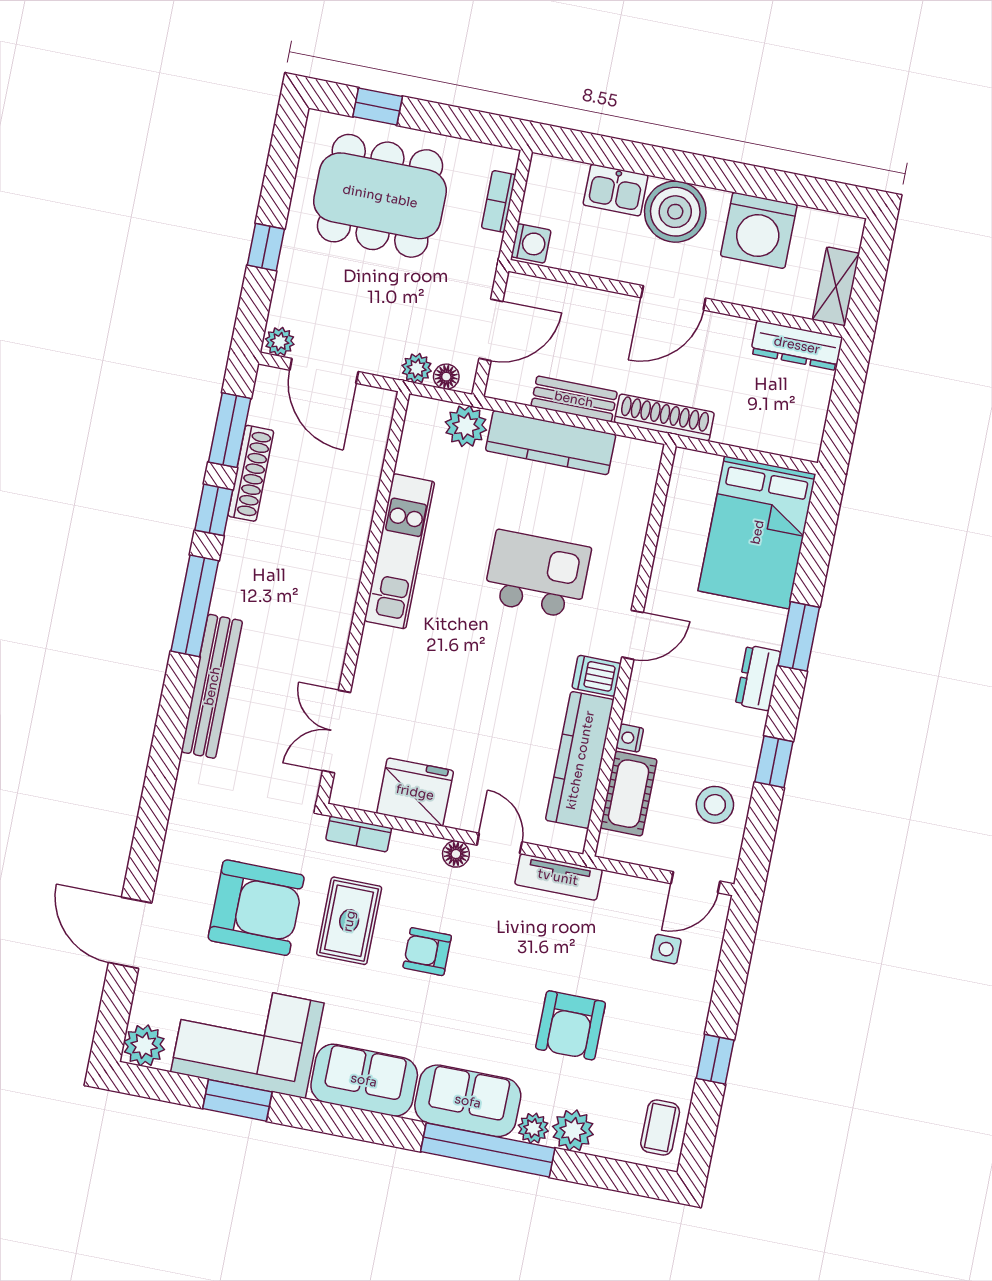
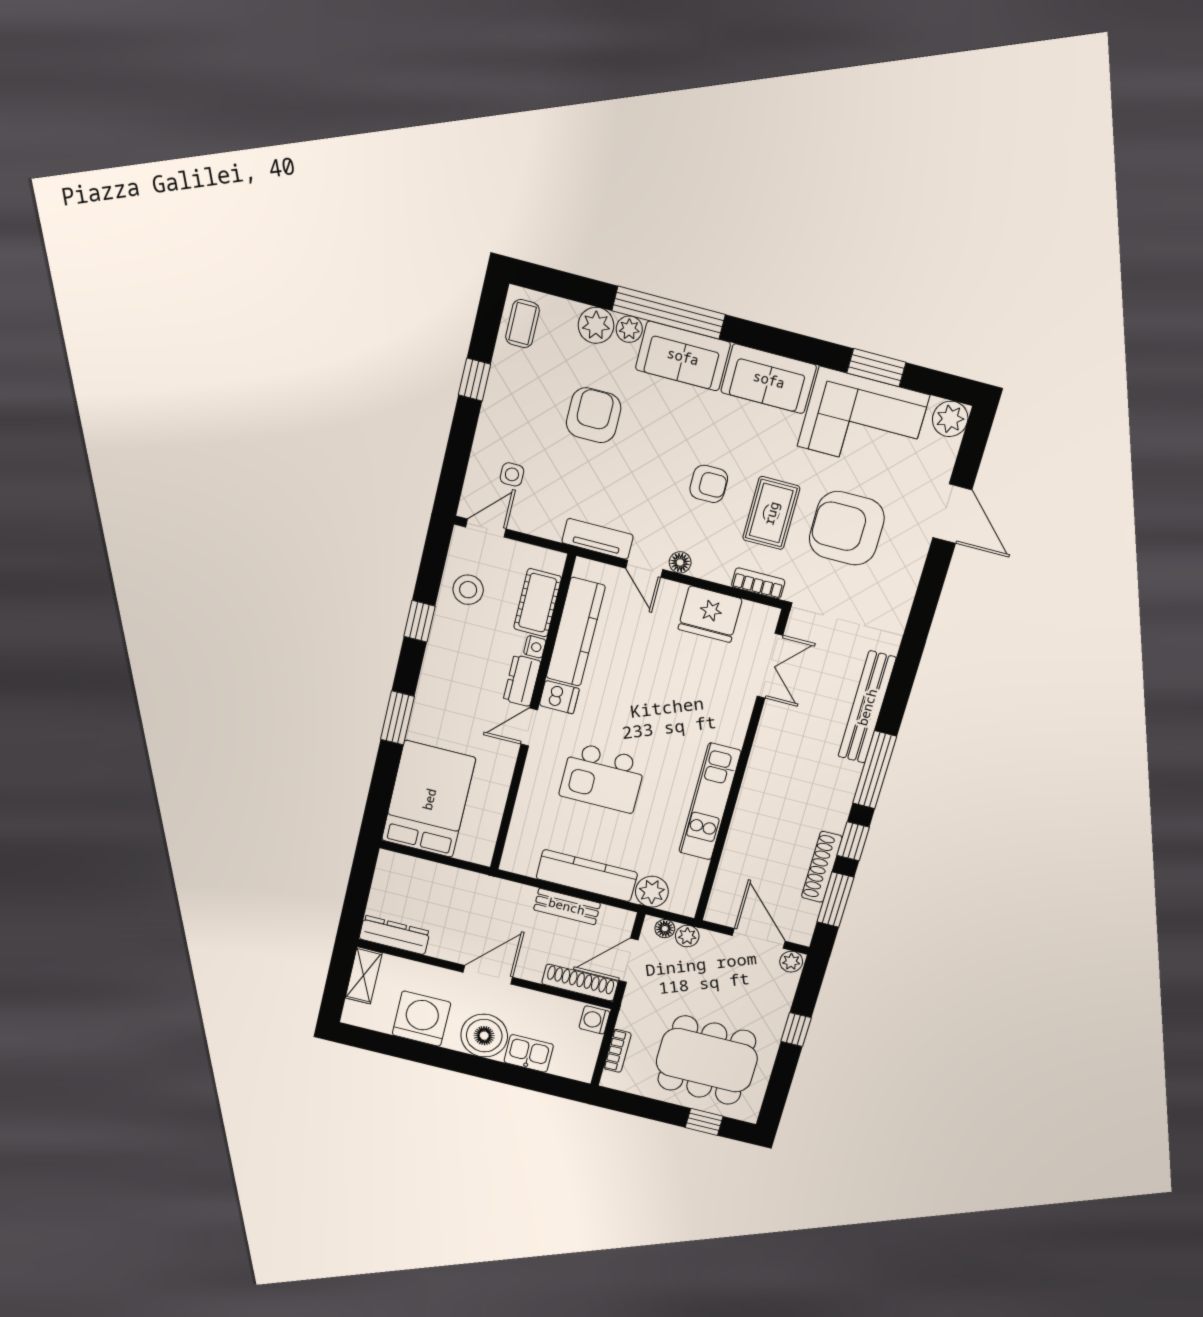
shoe rack: (664, 418) -> (580, 983), moved, turned 180
dresser: (758, 678) -> (522, 681), moved, turned 180

